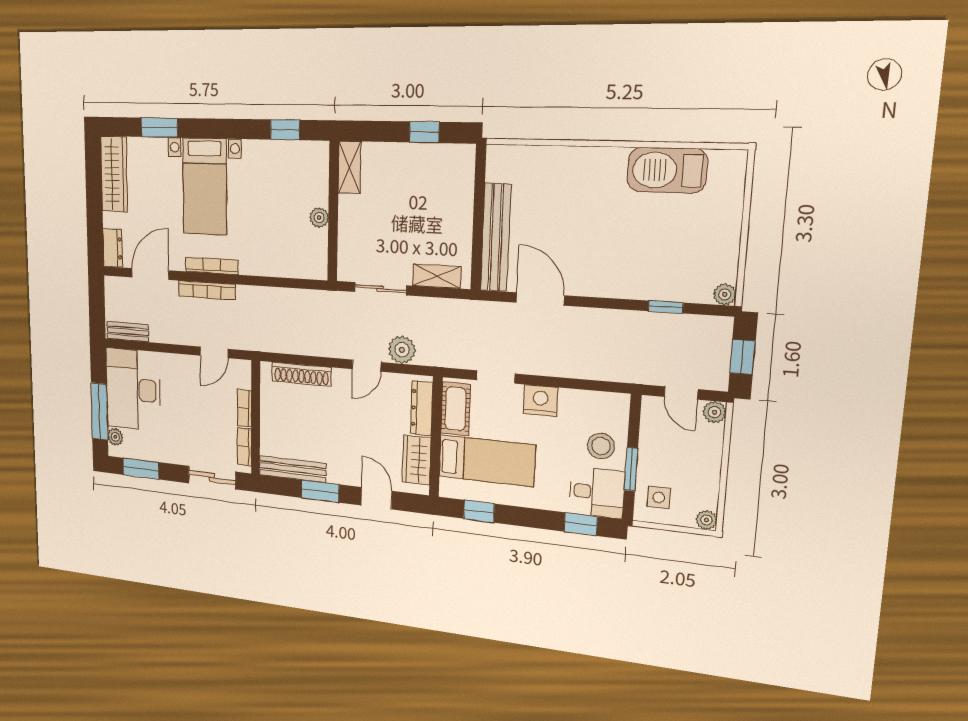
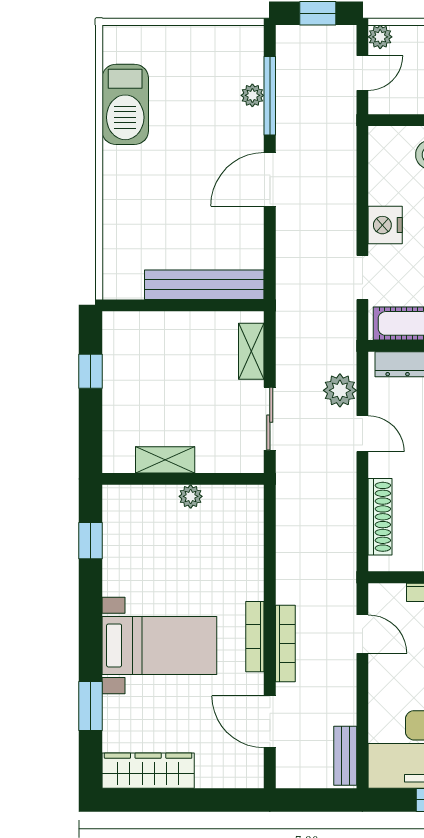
shelving: (349, 167) -> (165, 460), moved
dresser: (113, 248) -> (240, 775), removed
plant: (725, 294) -> (252, 95), moved
door: (540, 299) -> (270, 179), moved
window: (666, 307) -> (270, 96), width x2.17

